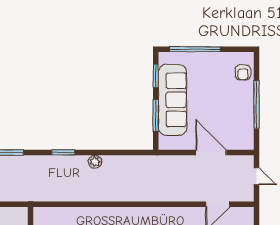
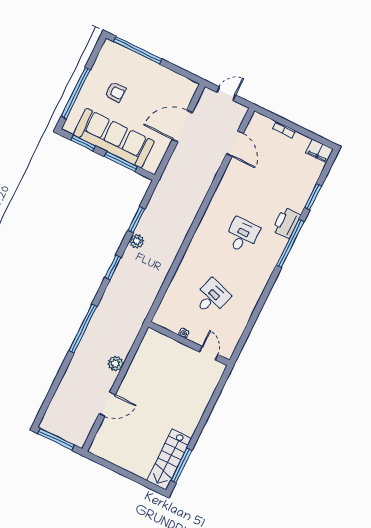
armchair: (243, 72) -> (115, 92), moved
window: (256, 104) -> (138, 50), moved
window: (113, 153) -> (136, 220), added

